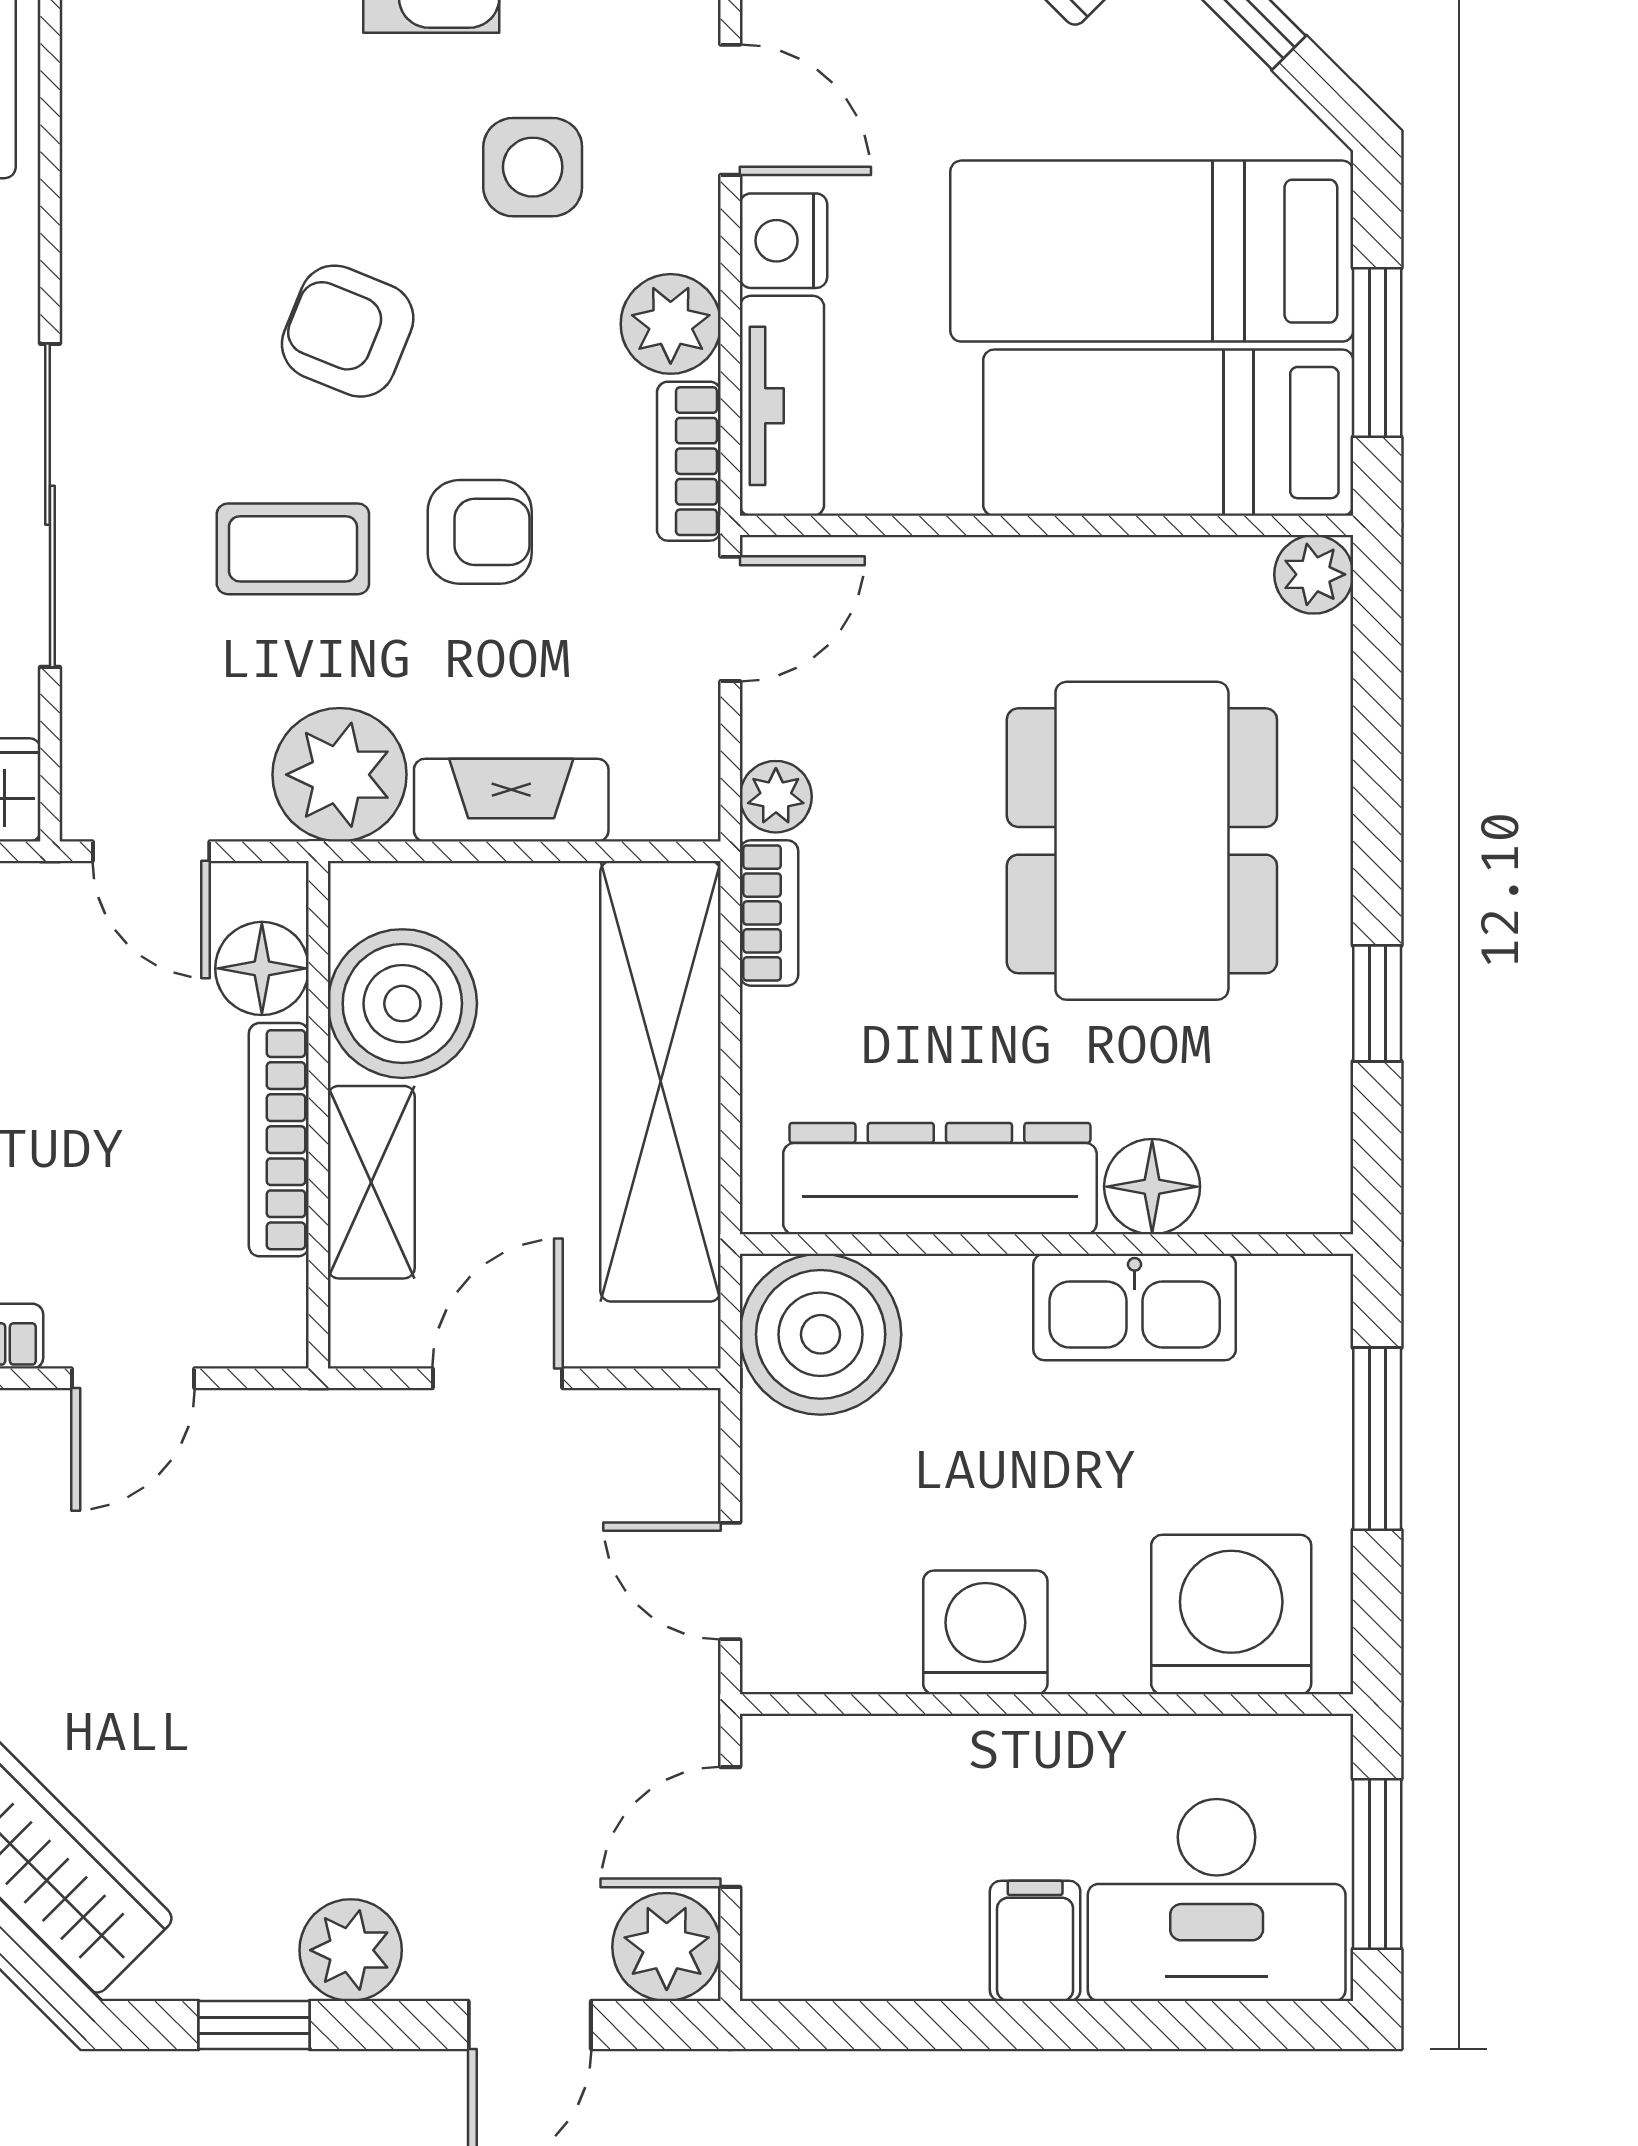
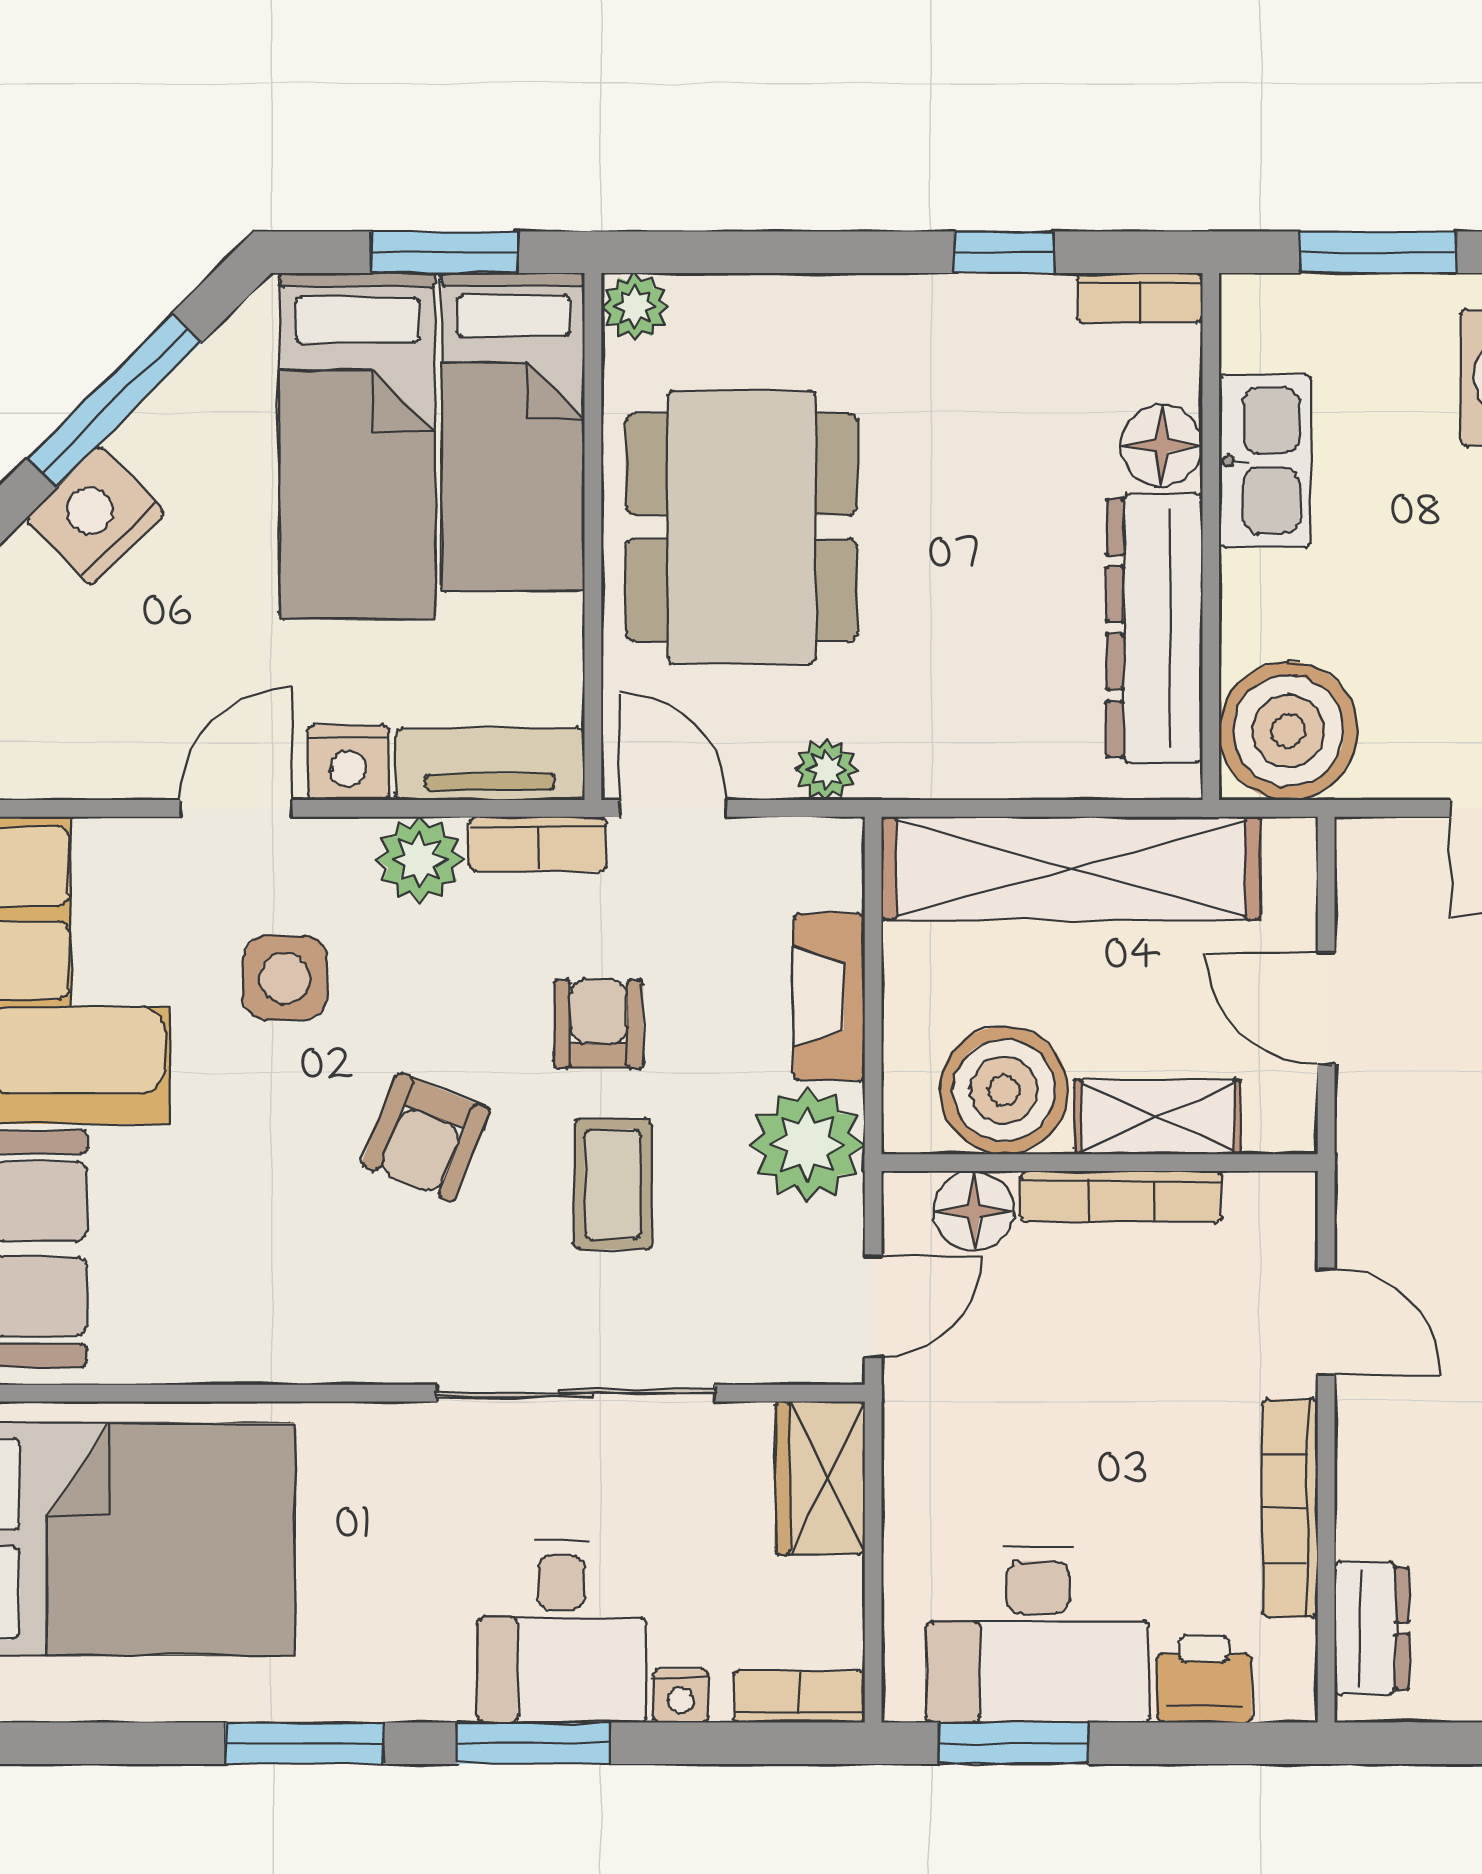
dining table: (1142, 841) -> (742, 527), moved, turned 90
bookcase: (769, 913) -> (1140, 298), moved, turned 180

